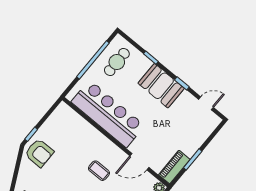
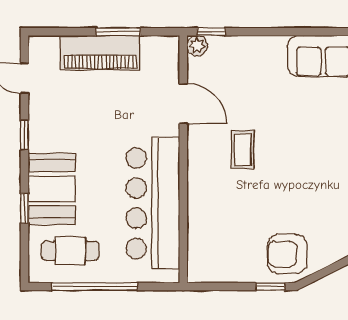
booth: (161, 86) -> (52, 189), moved
armchair: (39, 153) -> (287, 254), turned -90
piano: (174, 167) -> (100, 53), moved, width x1.37, depth x1.33

